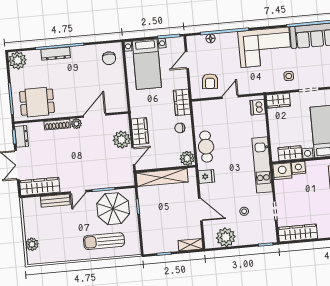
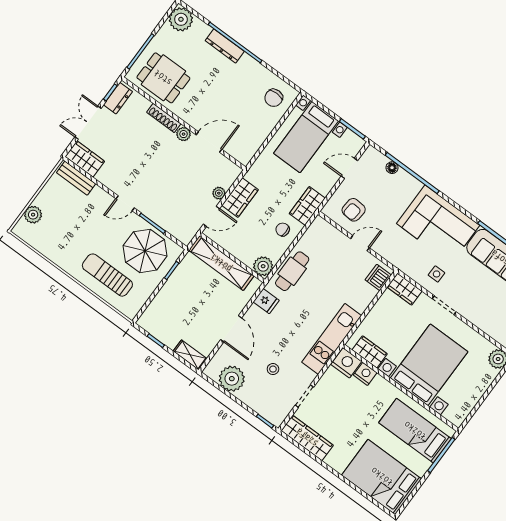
plant: (122, 140) -> (219, 193), width x0.53, depth x0.53
wardrobe: (40, 186) -> (85, 159), width x0.67
bench: (55, 201) -> (76, 178), moved

